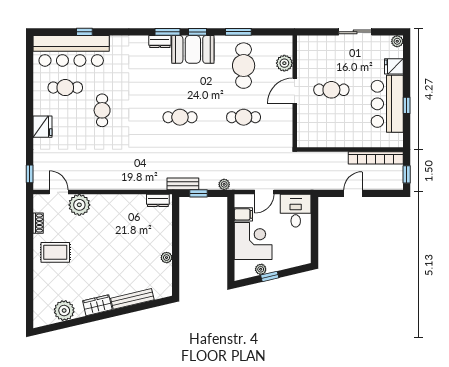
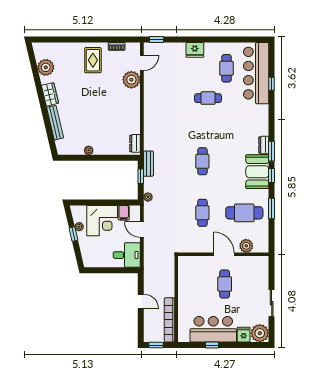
plant: (397, 41) -> (260, 333), width x1.88, depth x1.88

